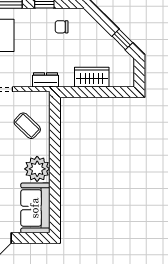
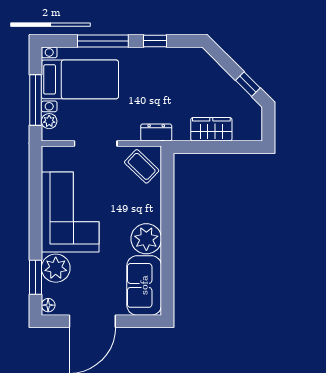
chair: (62, 27) -> (175, 69), removed
coffee table: (27, 126) -> (142, 166), moved

